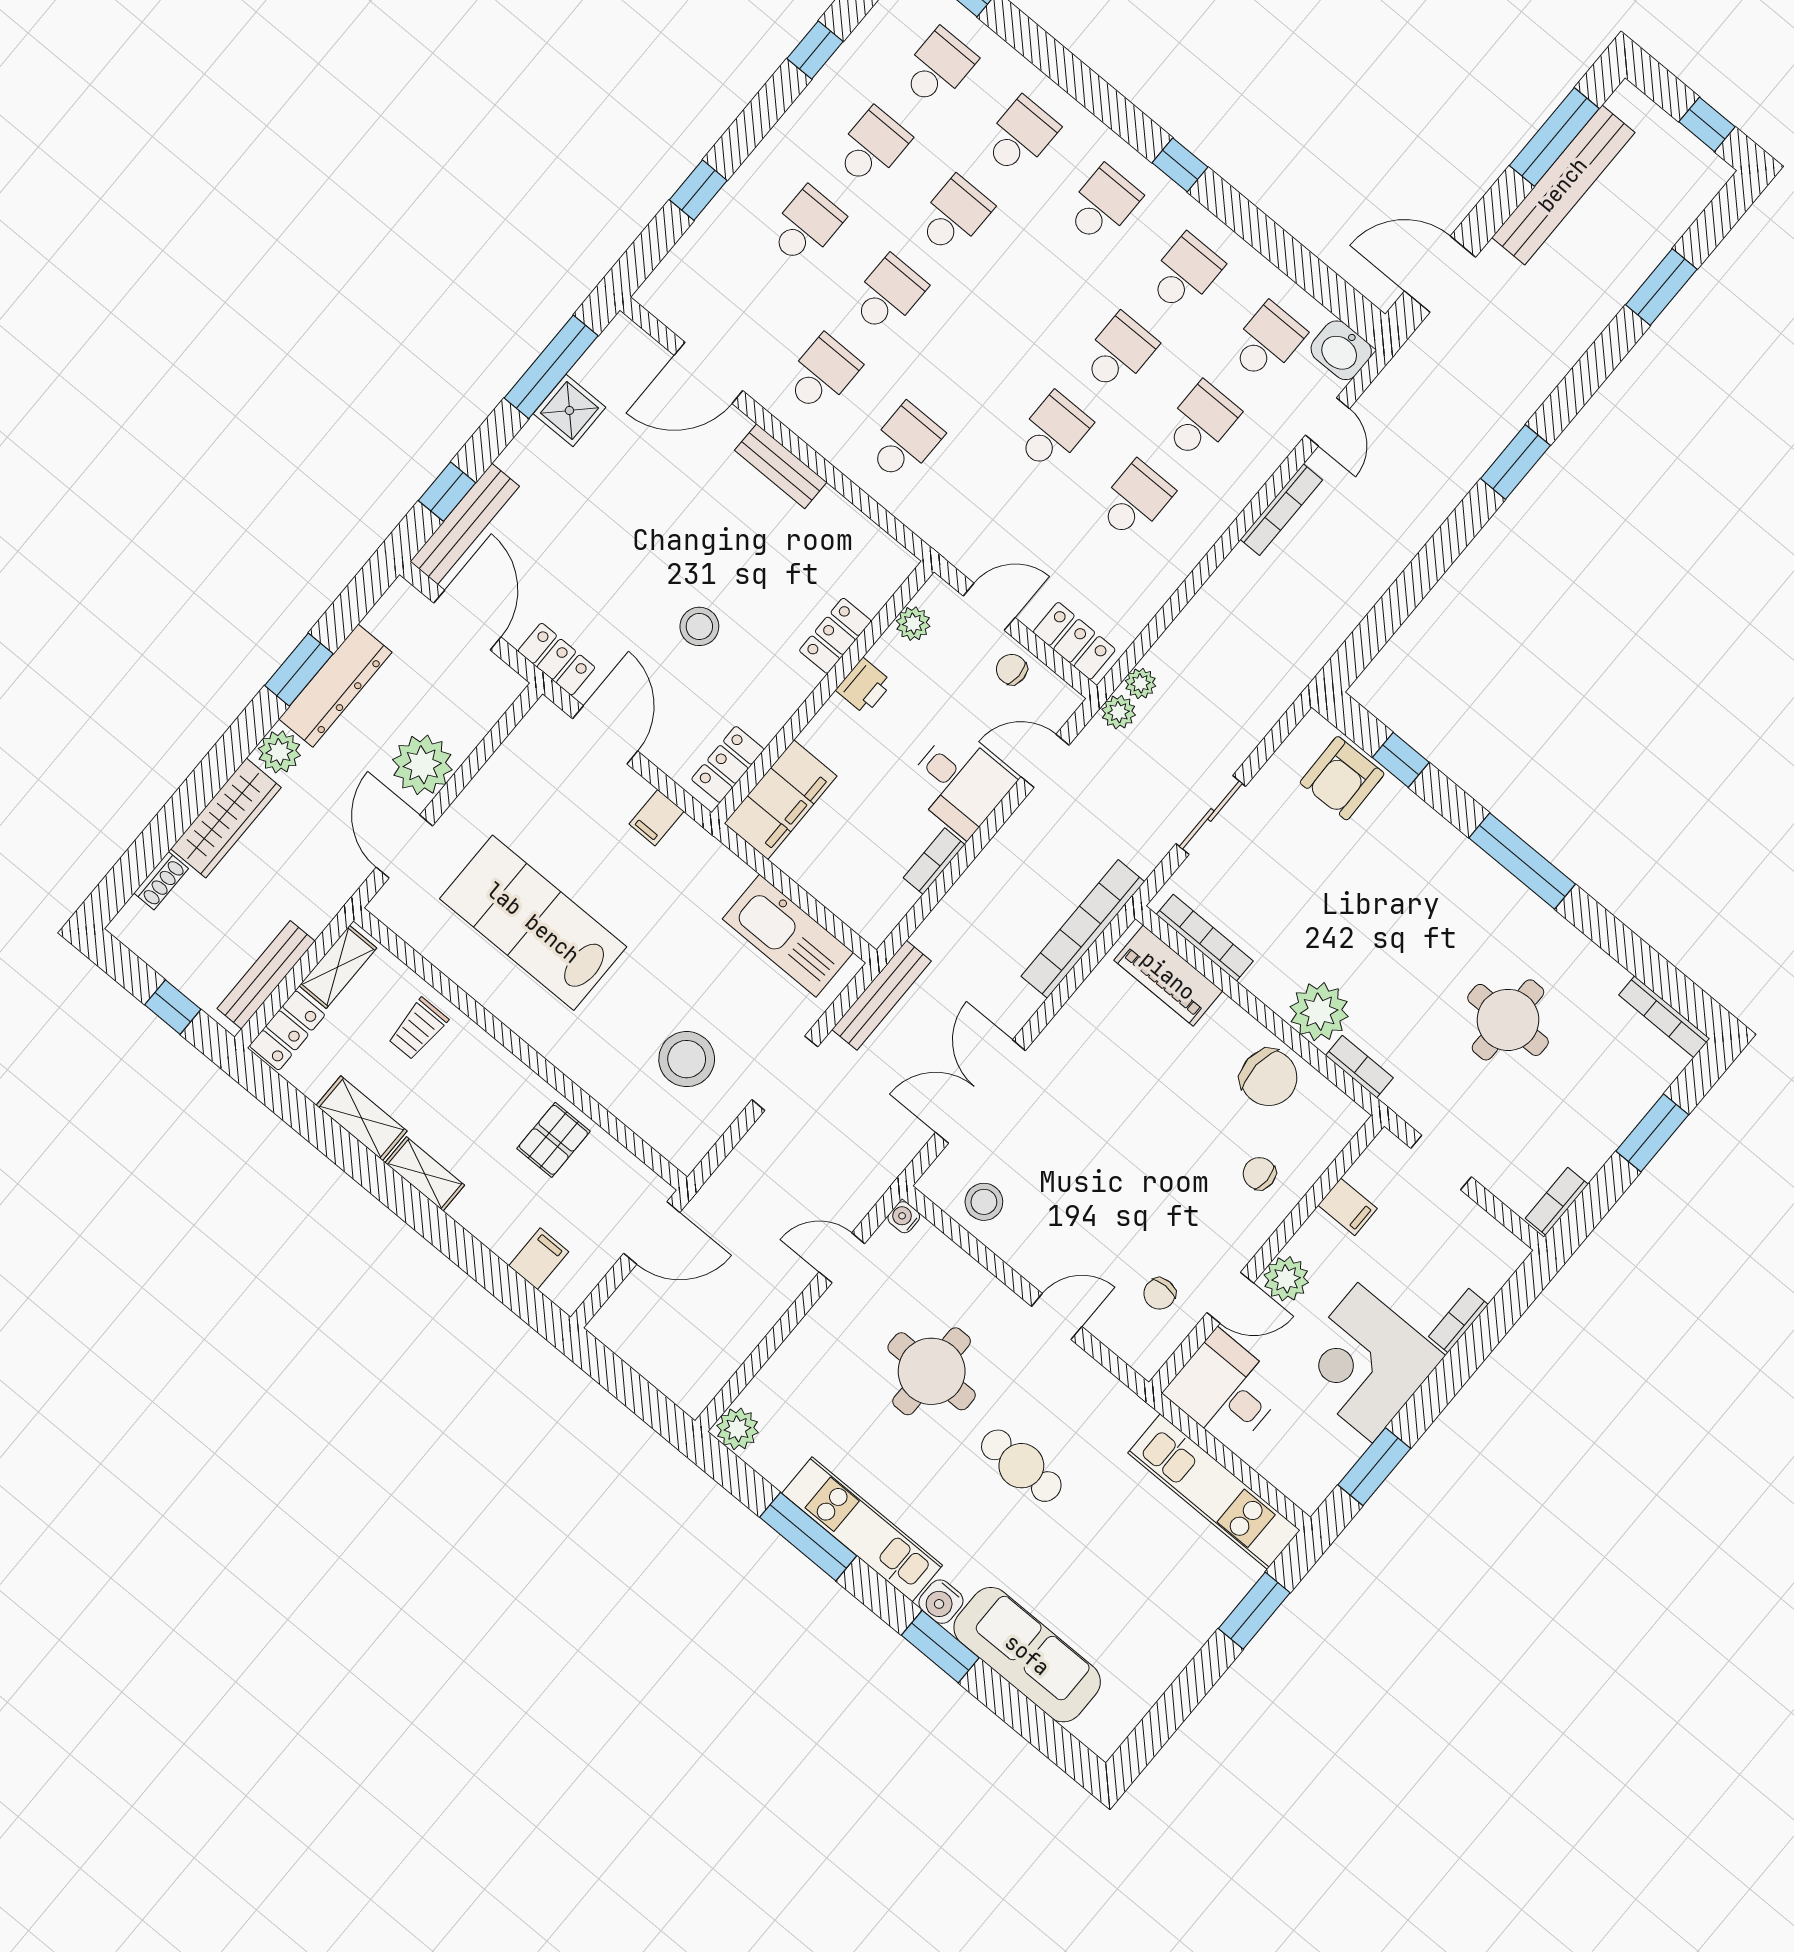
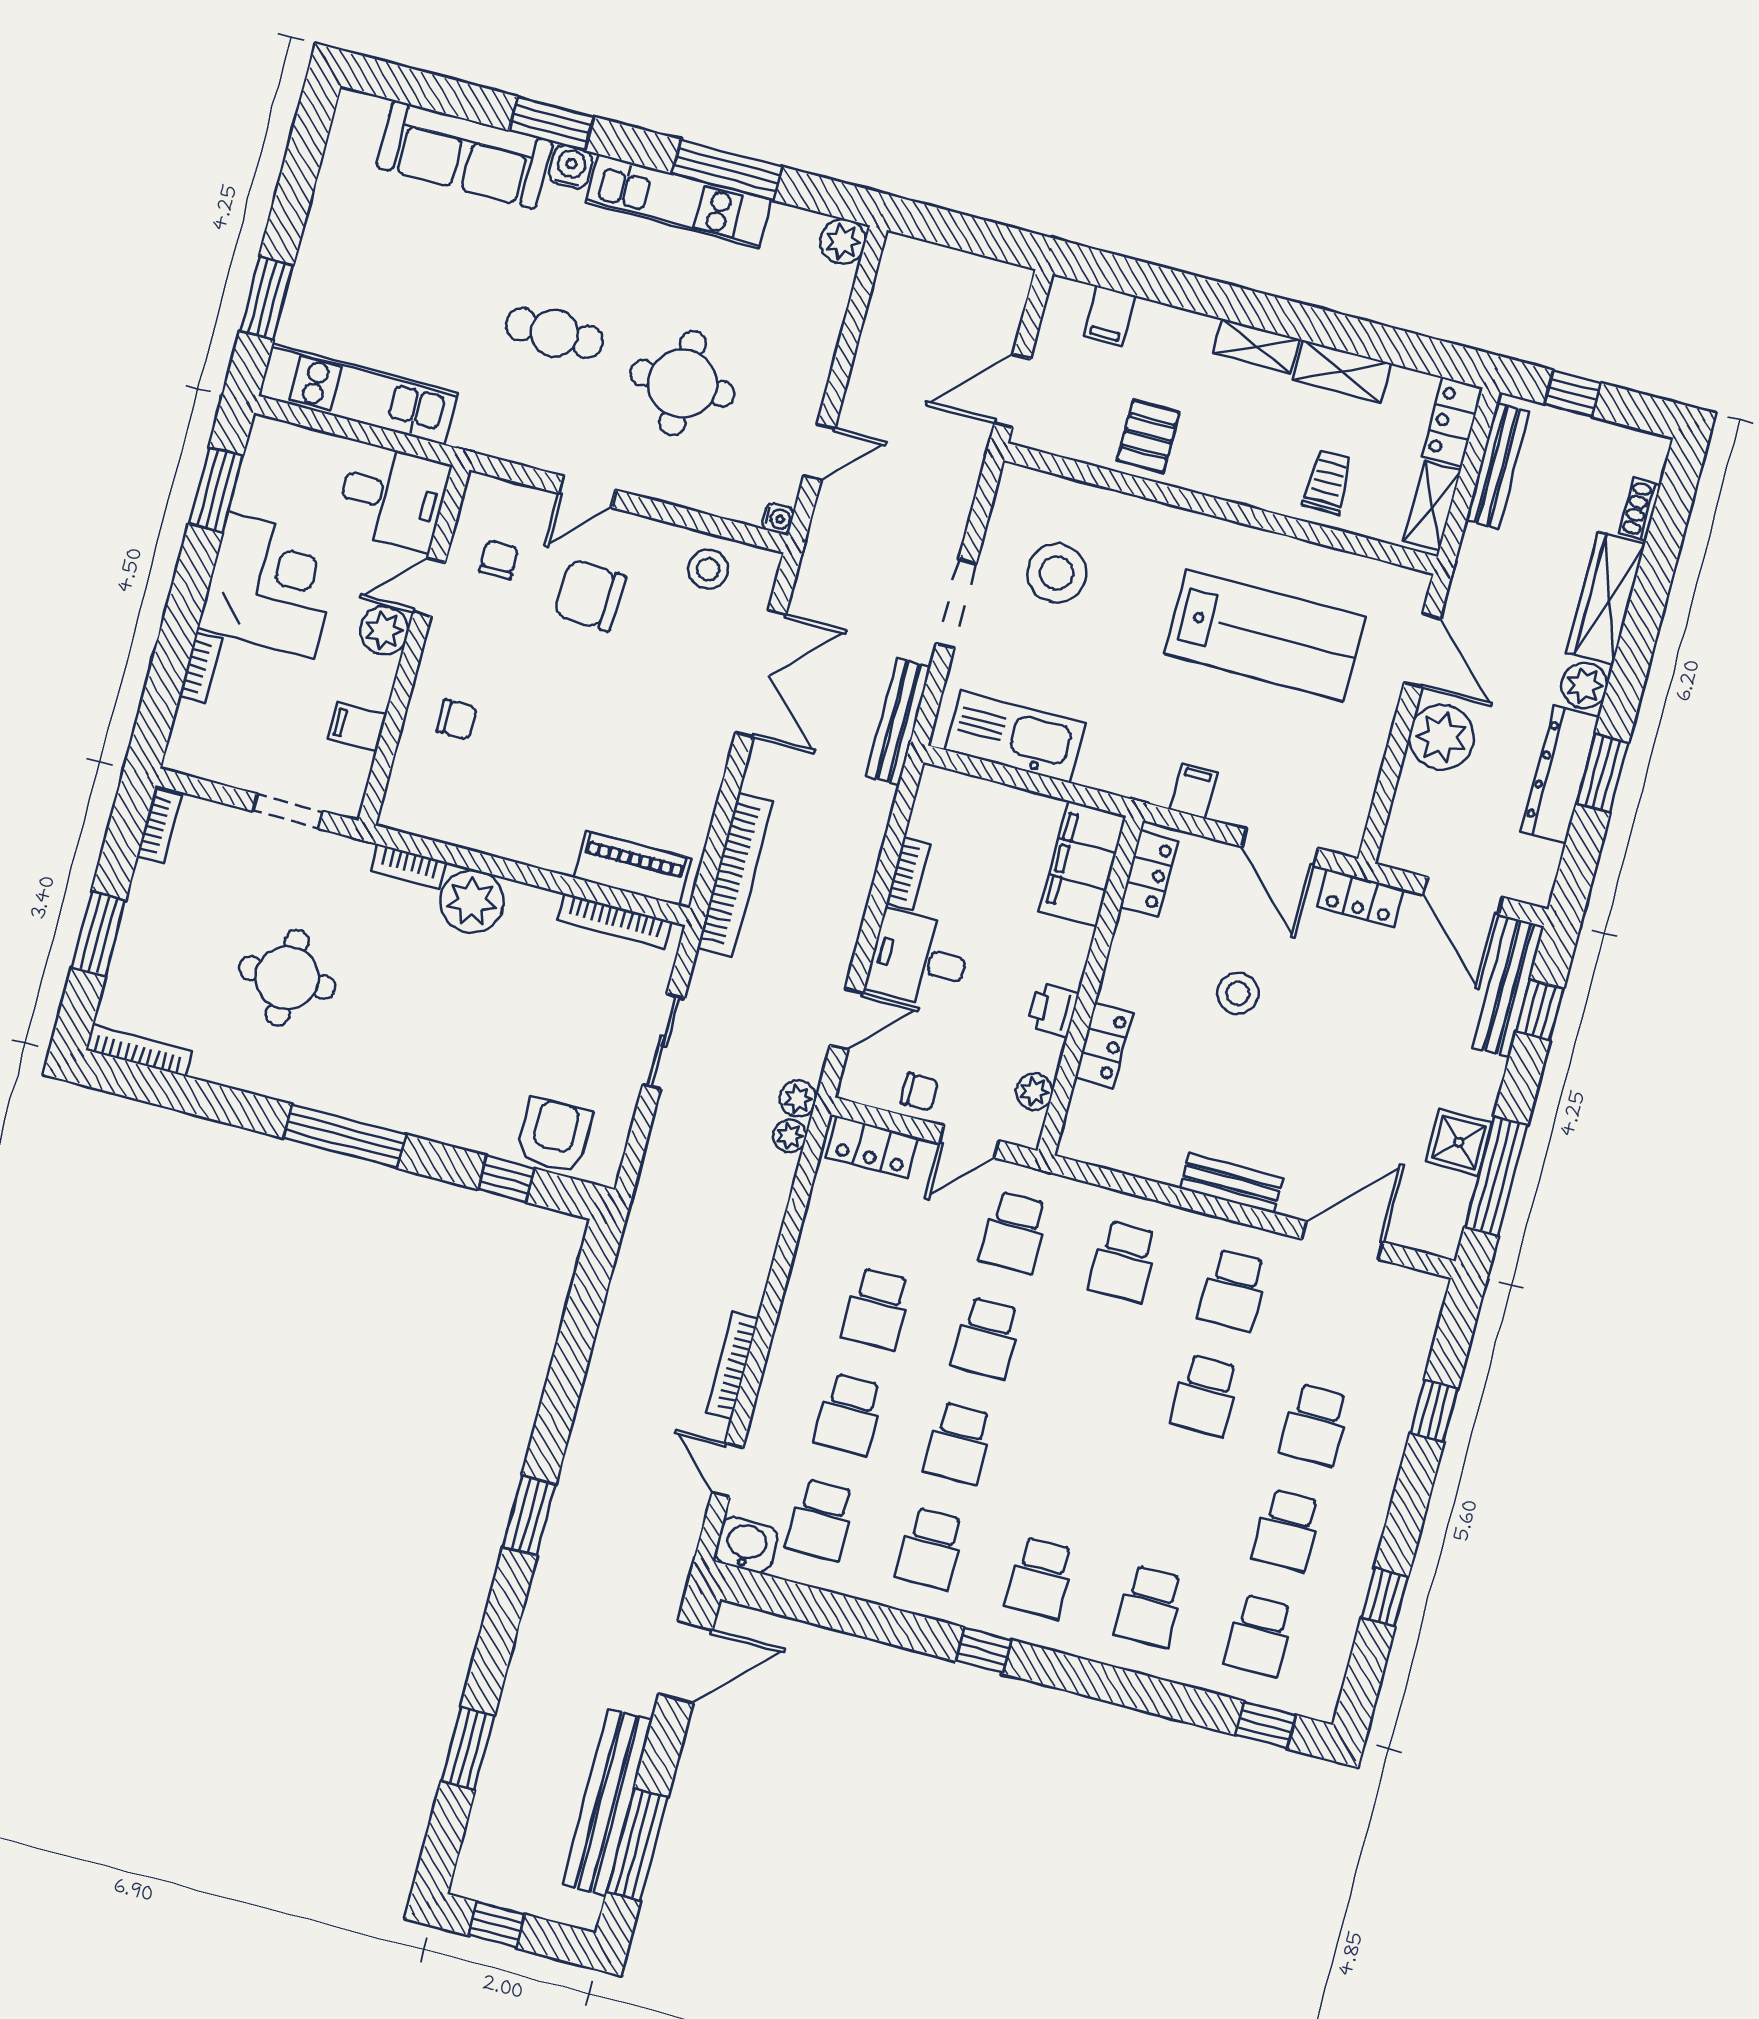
school desk: (954, 215) -> (1014, 1232), moved
chair: (1269, 1078) -> (590, 595), moved

